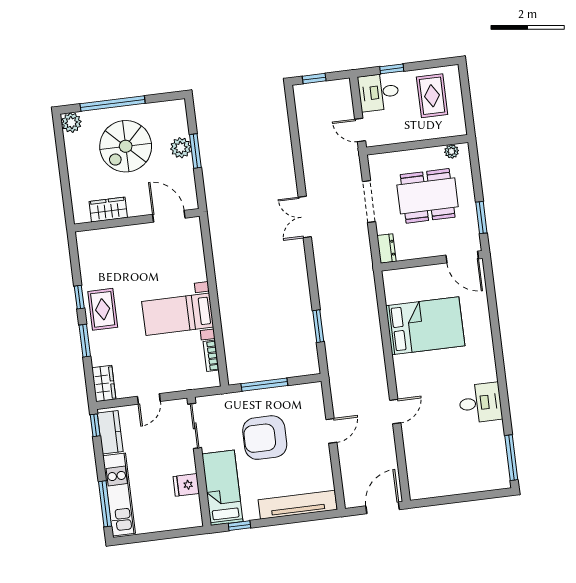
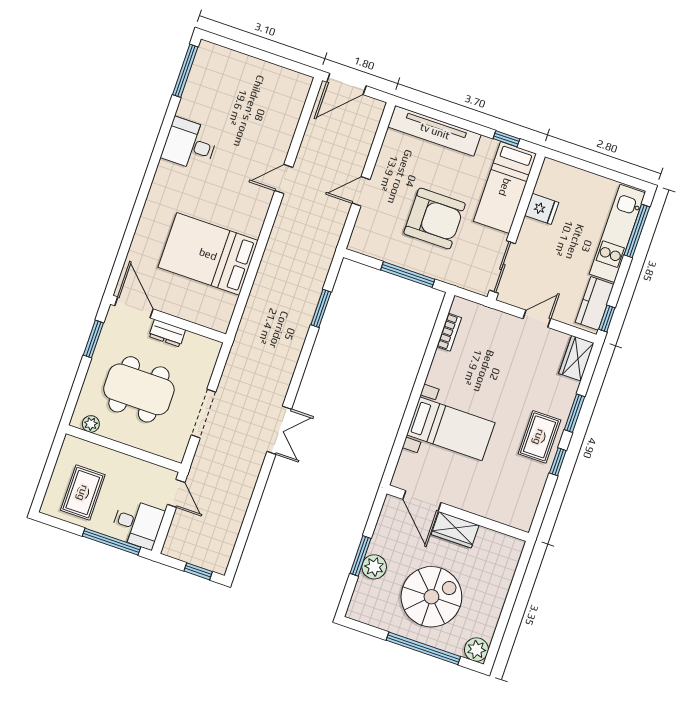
window: (392, 69) -> (111, 542), width x2.17
wardrobe: (108, 209) -> (455, 530), moved
dresser: (387, 248) -> (167, 333), moved, turned -90
bed with nightstands: (178, 314) -> (451, 429), moved

